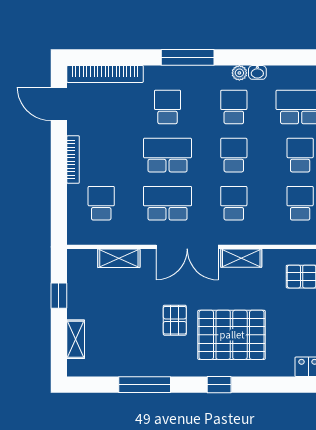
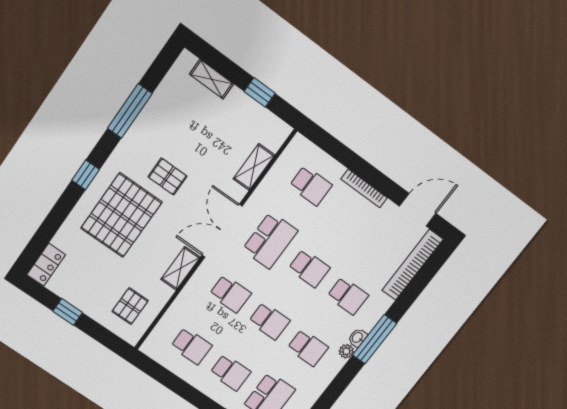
washbasin: (257, 72) -> (358, 338), moved
plant: (239, 73) -> (346, 351), moved
school desk: (167, 155) -> (309, 268), width x0.54

